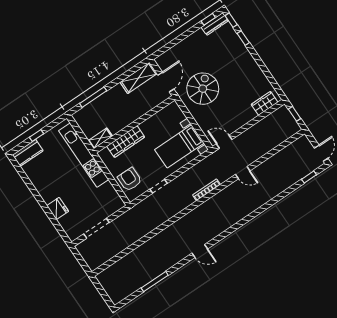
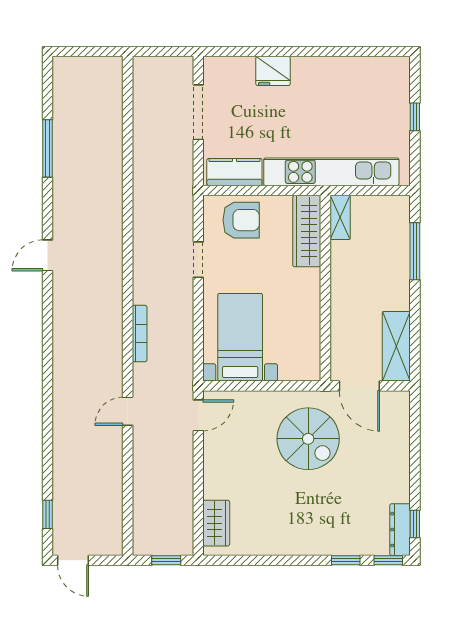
wardrobe: (126, 142) -> (307, 231), moved
kitchen counter: (28, 153) -> (234, 172), moved, turned 90

